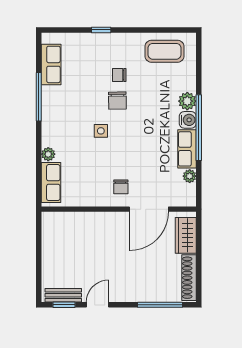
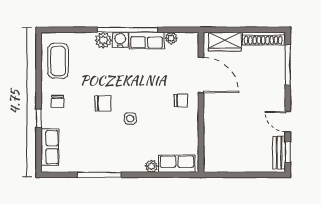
row of seats: (51, 64) -> (50, 147), moved, turned 90
chair: (119, 75) -> (57, 101), moved

